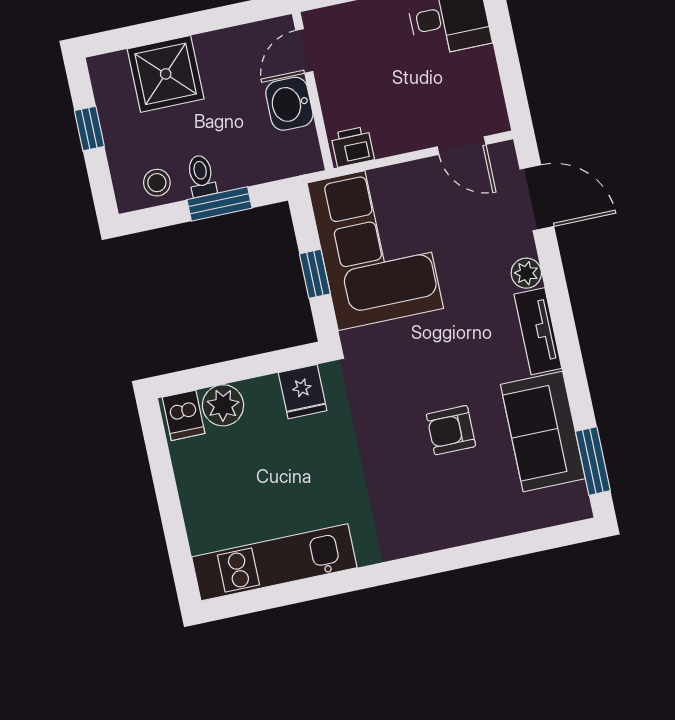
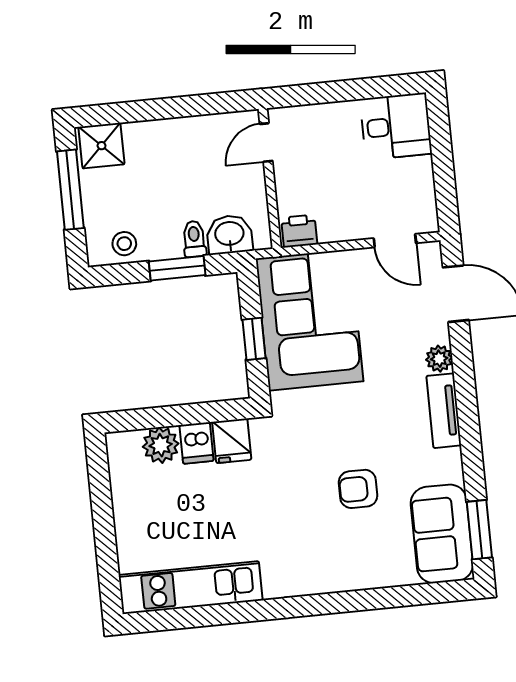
shower: (166, 74) -> (101, 146), moved, width x0.73, depth x0.73
washbasin: (289, 104) -> (229, 235), moved, turned 90
window: (89, 128) -> (70, 190), width x2.17
toilet: (201, 176) -> (194, 239), moved
dishwasher: (184, 415) -> (197, 443), moved
sofa: (543, 432) -> (442, 534), moved

